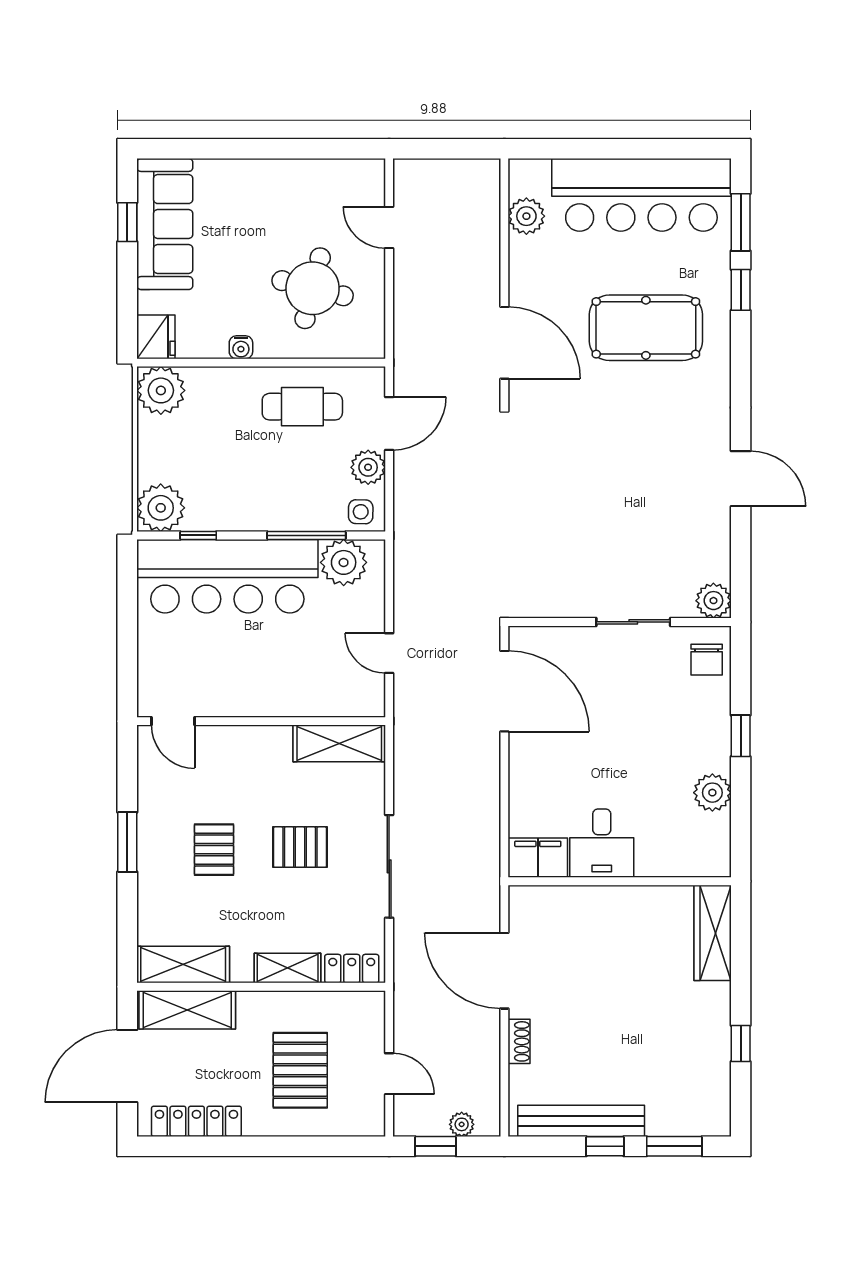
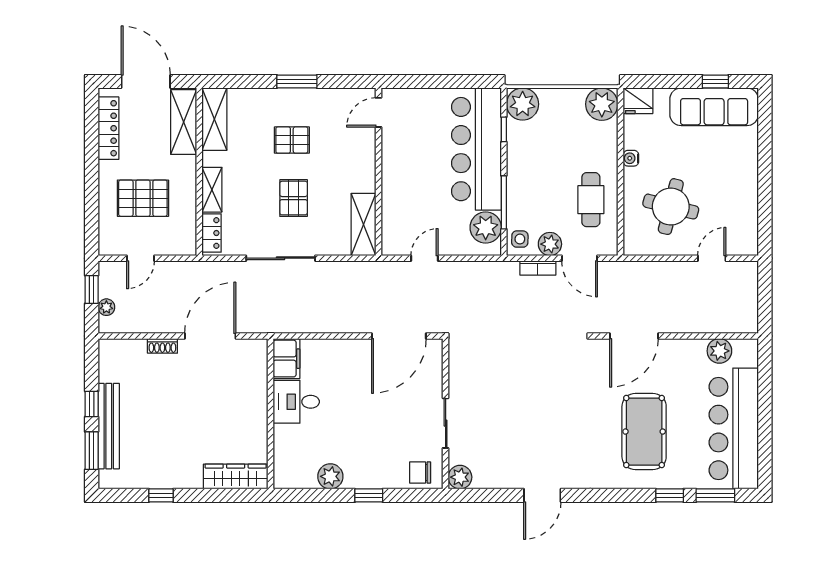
bookcase: (404, 485) -> (538, 268), added
bench: (581, 1121) -> (109, 426), moved

